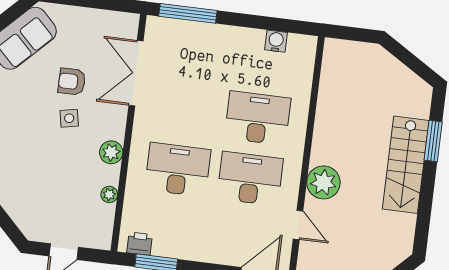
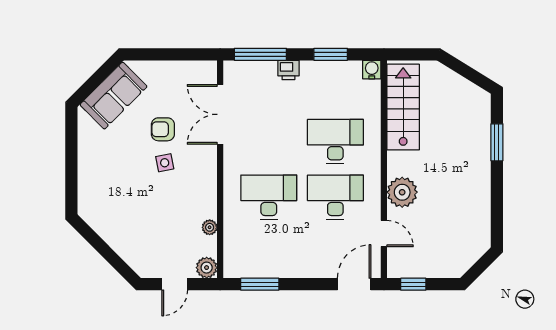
window: (264, 23) -> (331, 54), added
water cooler: (276, 41) -> (372, 70), moved
plant: (111, 152) -> (207, 268), moved
stairs: (406, 165) -> (403, 107), moved, turned 180
printer: (140, 244) -> (288, 70), moved, turned 180

